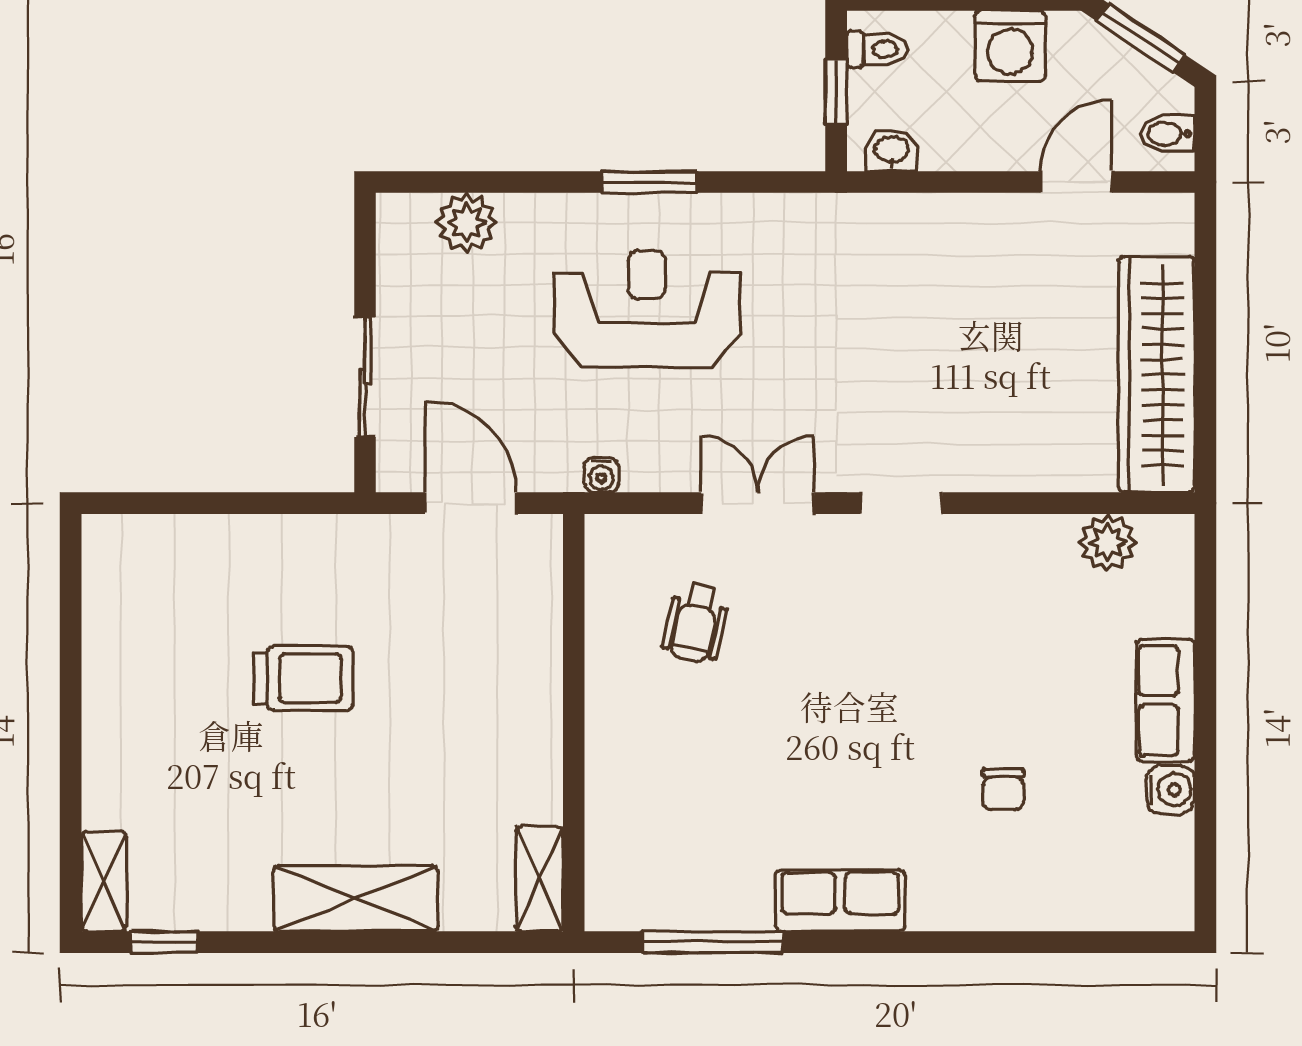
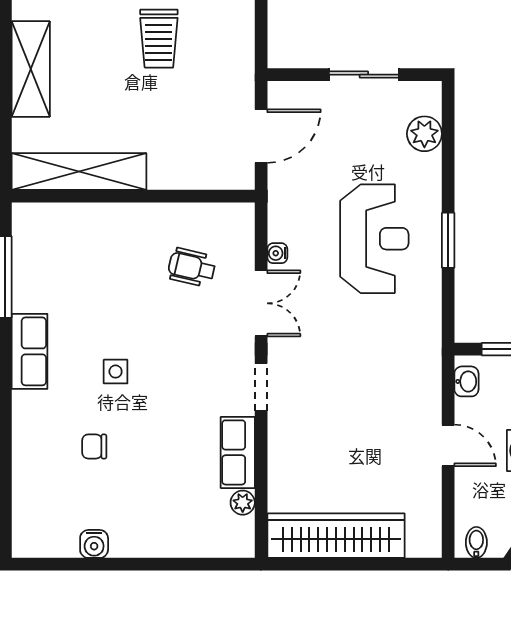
door: (1076, 182) -> (448, 445), moved
sliding door: (365, 377) -> (364, 75), moved
water cooler: (602, 475) -> (277, 253), moved
plant: (1108, 542) -> (243, 503), width x0.73, depth x0.73
row of seats: (1165, 700) -> (238, 452), moved, turned -90
side table: (875, 753) -> (116, 372), added
shelving: (539, 879) -> (79, 172), width x2.20, depth x1.33

